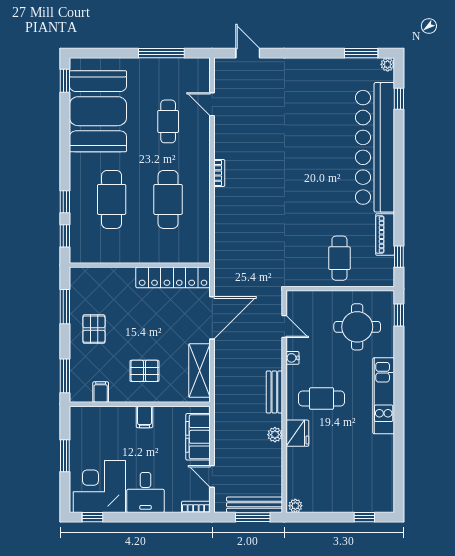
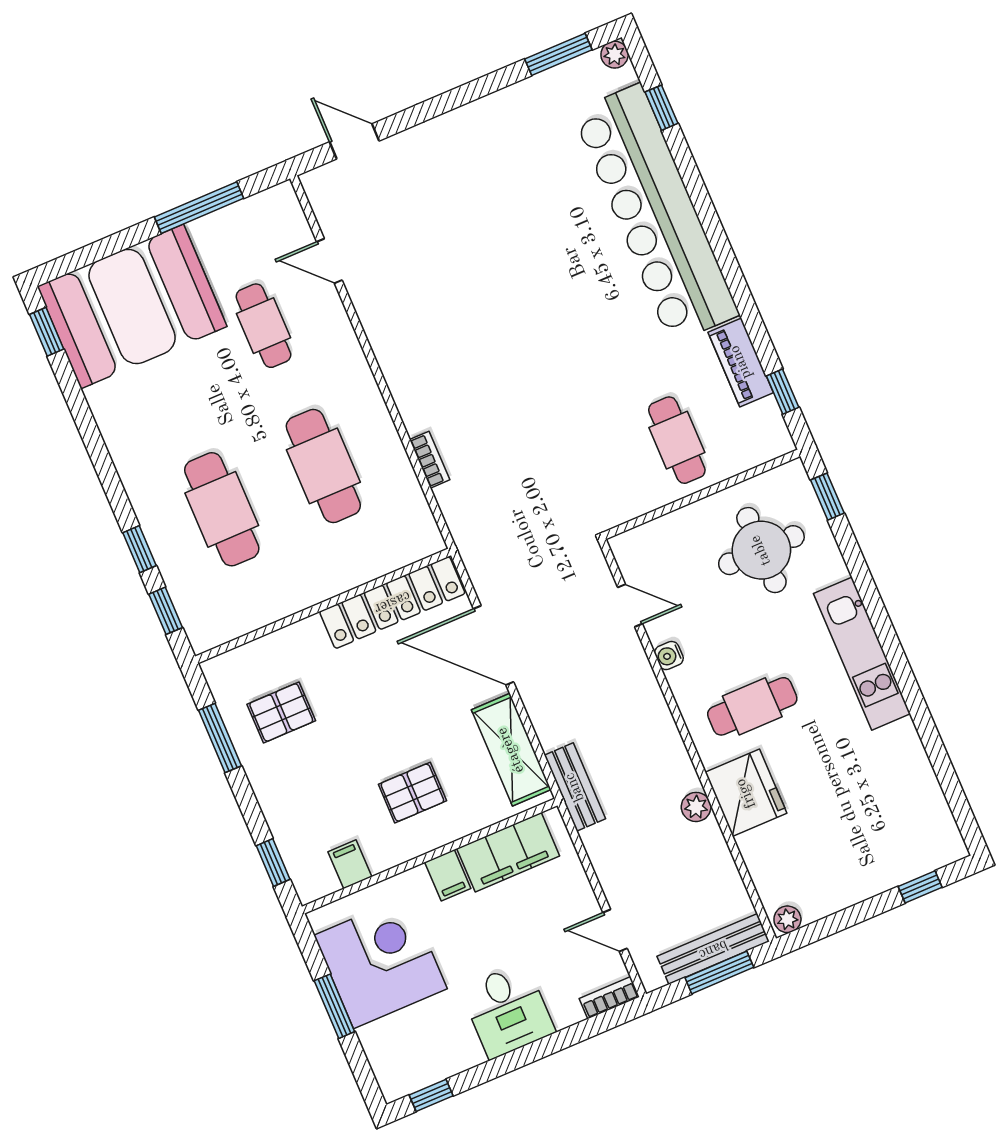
booth: (98, 111) -> (132, 306), moved, turned 90
bookcase: (219, 173) -> (430, 460), moved
door: (212, 318) -> (493, 645), swing flipped
pallet: (94, 329) -> (281, 712), moved, turned 90
window: (65, 376) -> (273, 862), width x0.67
bench: (274, 392) -> (575, 787), moved
fridge: (297, 433) -> (746, 793), width x1.36, depth x1.34
filing cabinet: (198, 437) -> (508, 852), moved, turned -90
corner desk: (99, 486) -> (381, 962), moved, turned 90

